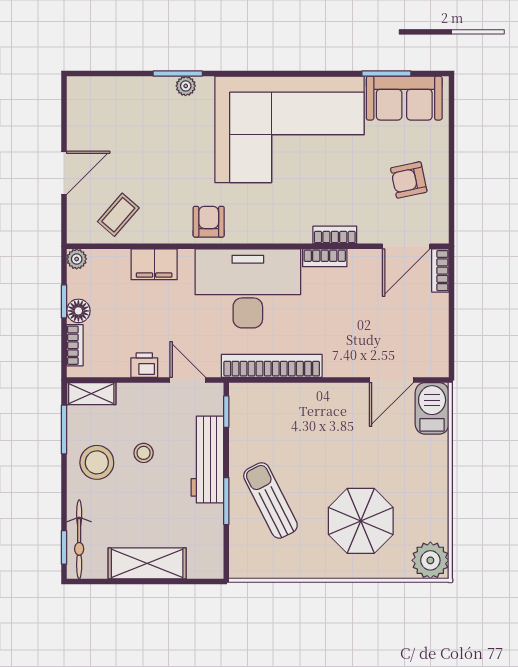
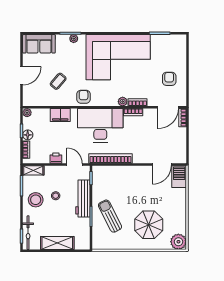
sofa: (404, 98) -> (39, 44), moved
armchair: (409, 180) -> (169, 79), turned 102
coffee table: (118, 215) -> (58, 81), moved
plant: (300, 233) -> (123, 102), added

